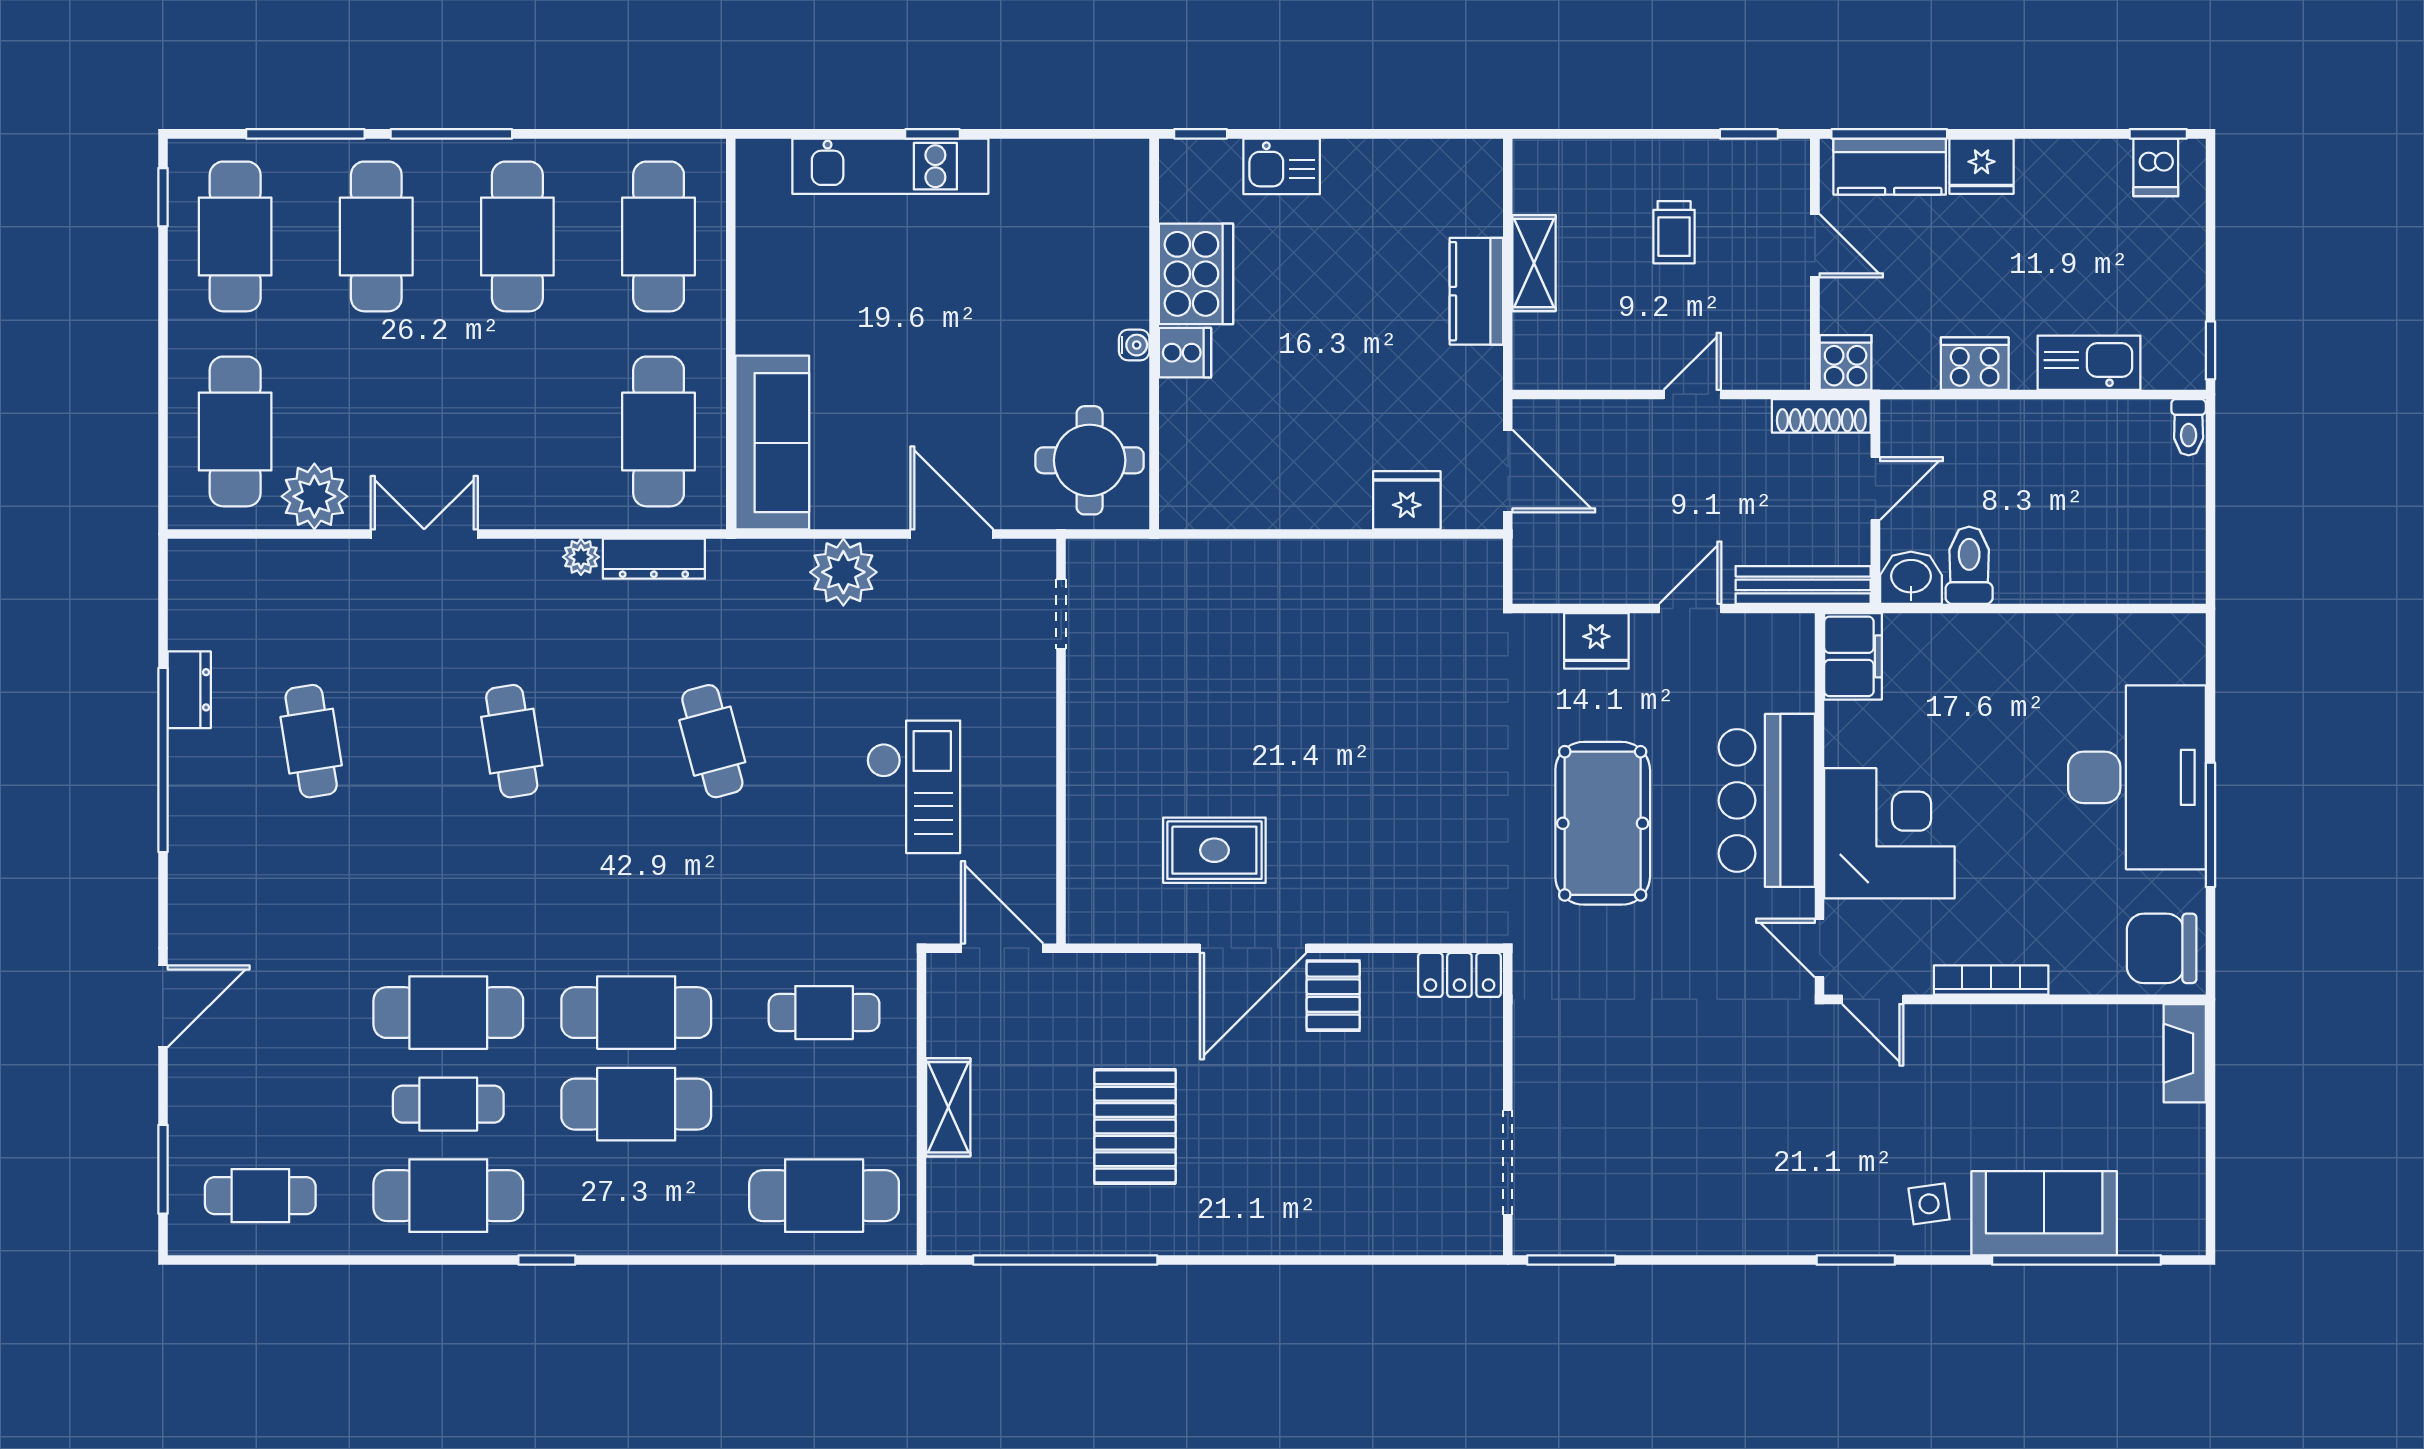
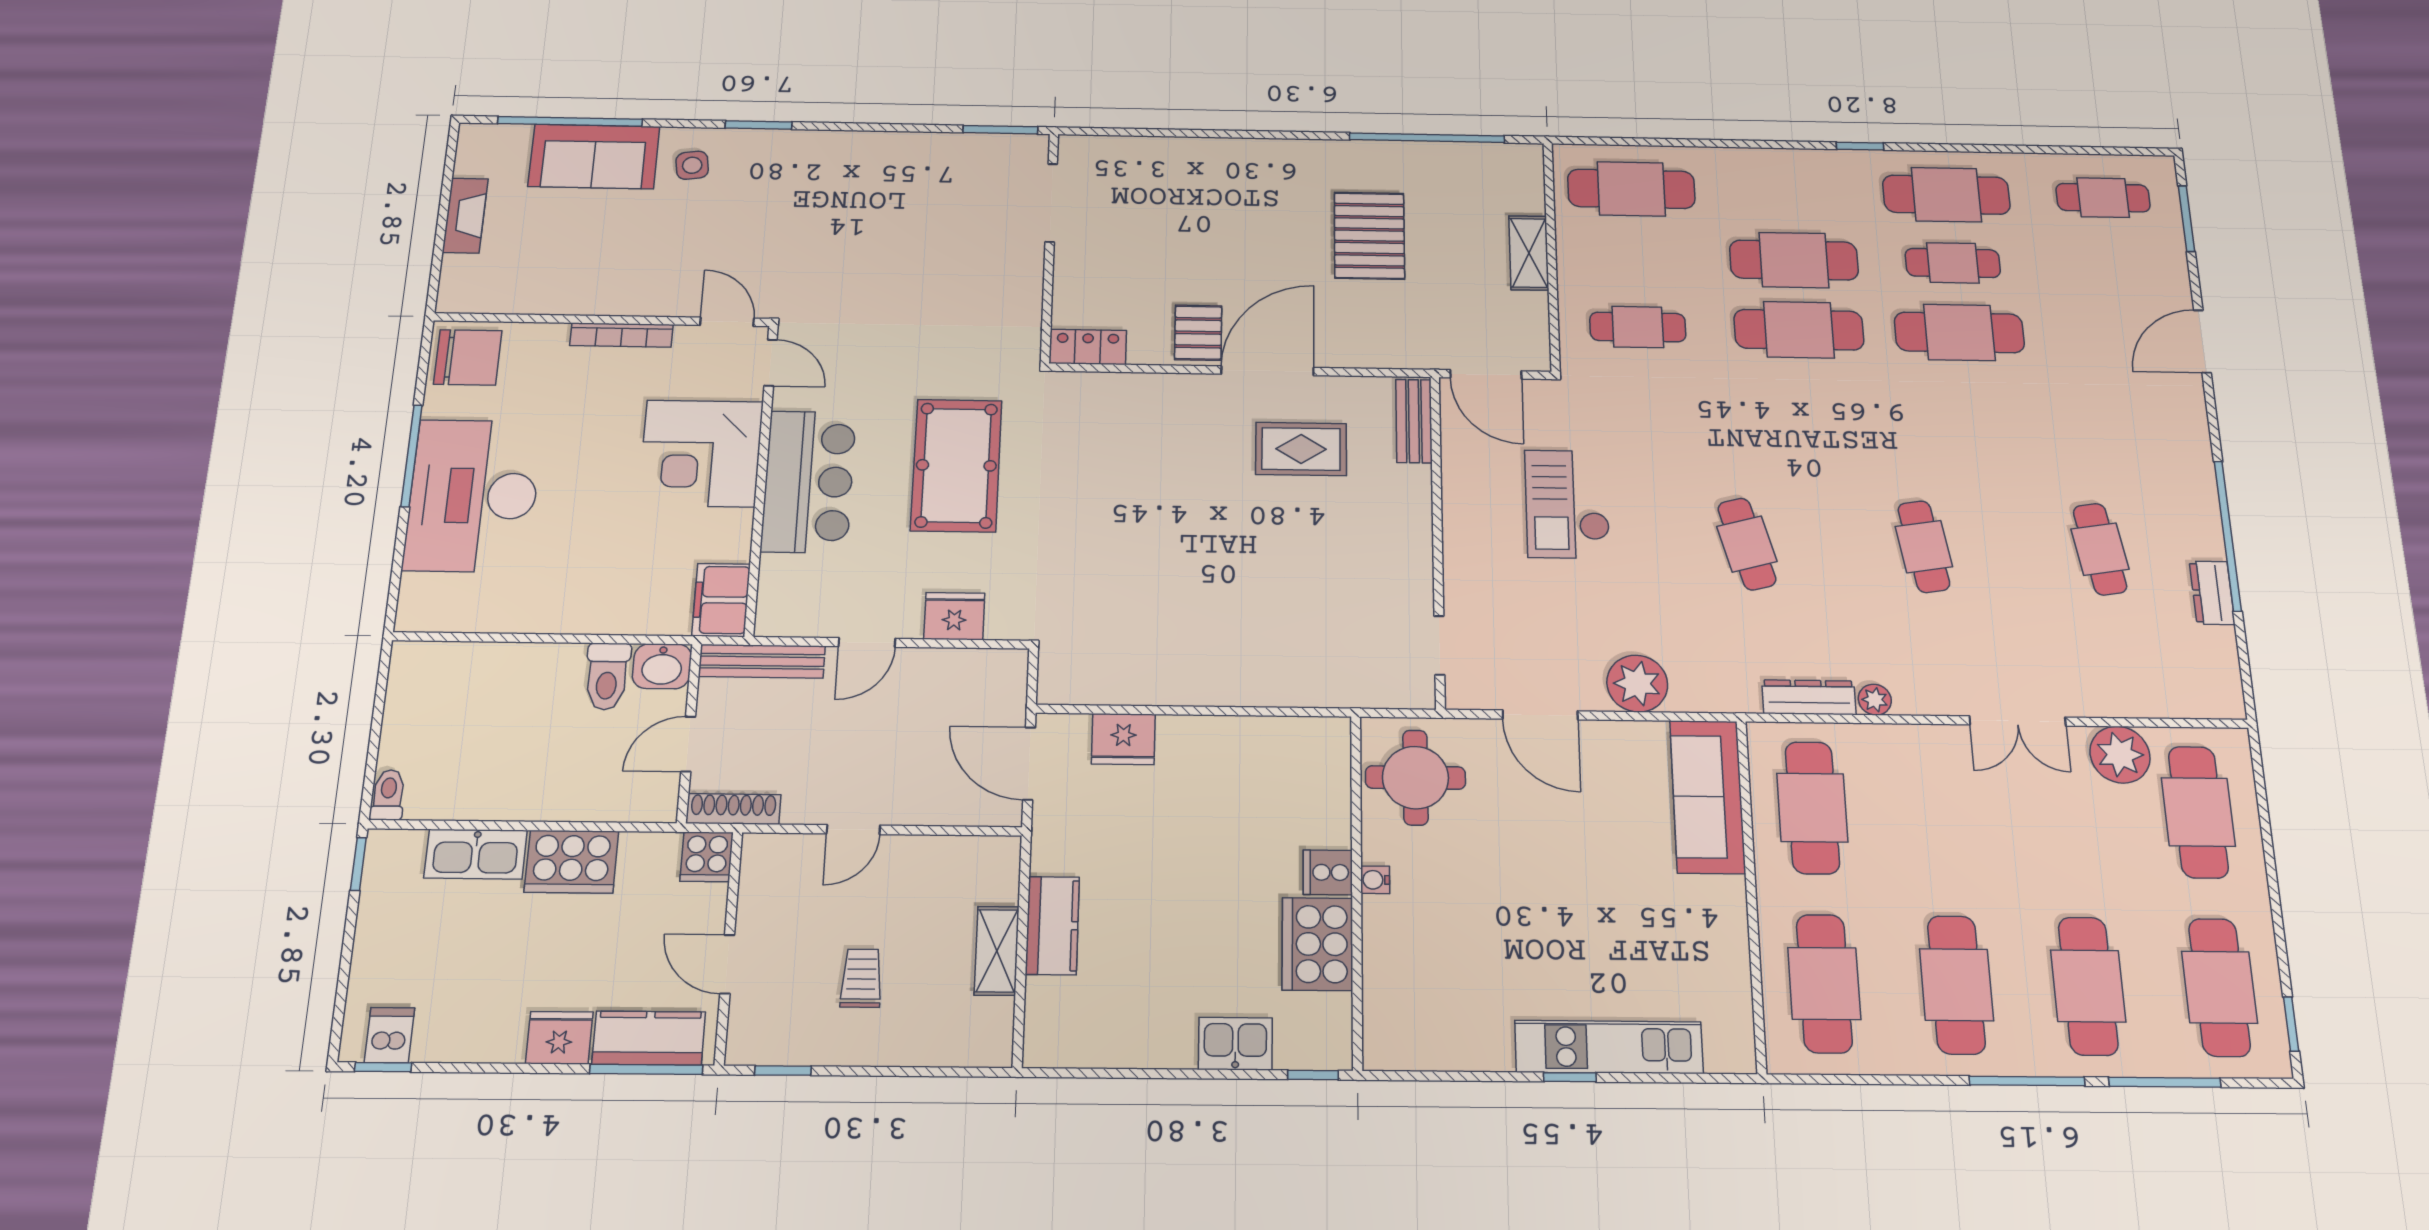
cooker: (1975, 364) -> (571, 862), width x1.37, depth x1.31
bench: (1086, 888) -> (1414, 421), added
fireplace: (2185, 1053) -> (465, 215), moved

